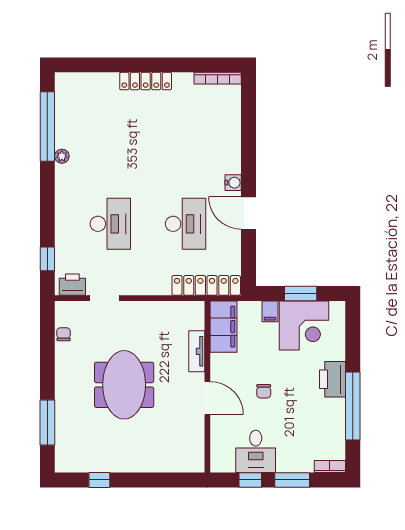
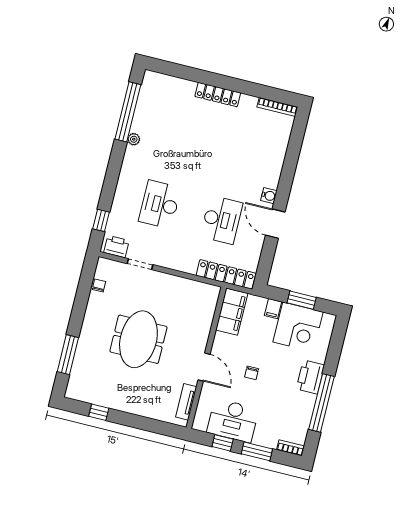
desk: (110, 224) -> (160, 204), turned 180
tv unit: (197, 351) -> (186, 402), moved
desk: (256, 451) -> (233, 420), width x1.37

